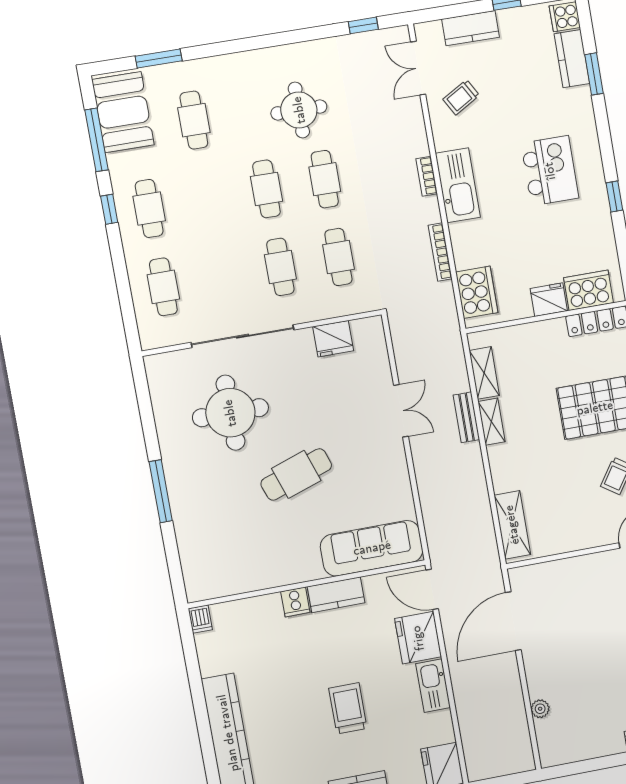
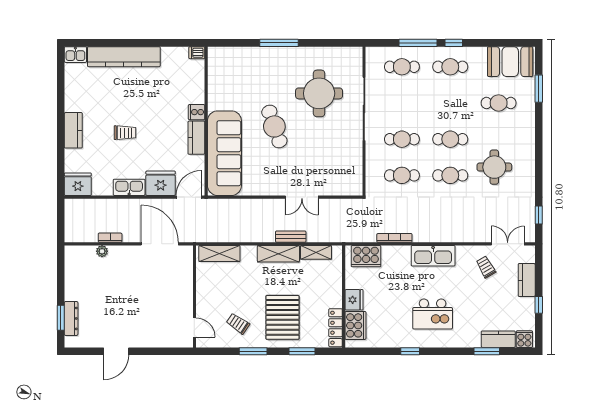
window: (96, 140) -> (418, 43), moved
bookcase: (427, 176) -> (110, 238), moved
fridge: (333, 339) -> (353, 163), removed
shelving: (491, 422) -> (278, 254), width x1.50, depth x1.33
sofa: (372, 548) -> (224, 153), width x1.36, depth x1.27
trolley: (348, 708) -> (125, 133), width x0.73, depth x0.72

